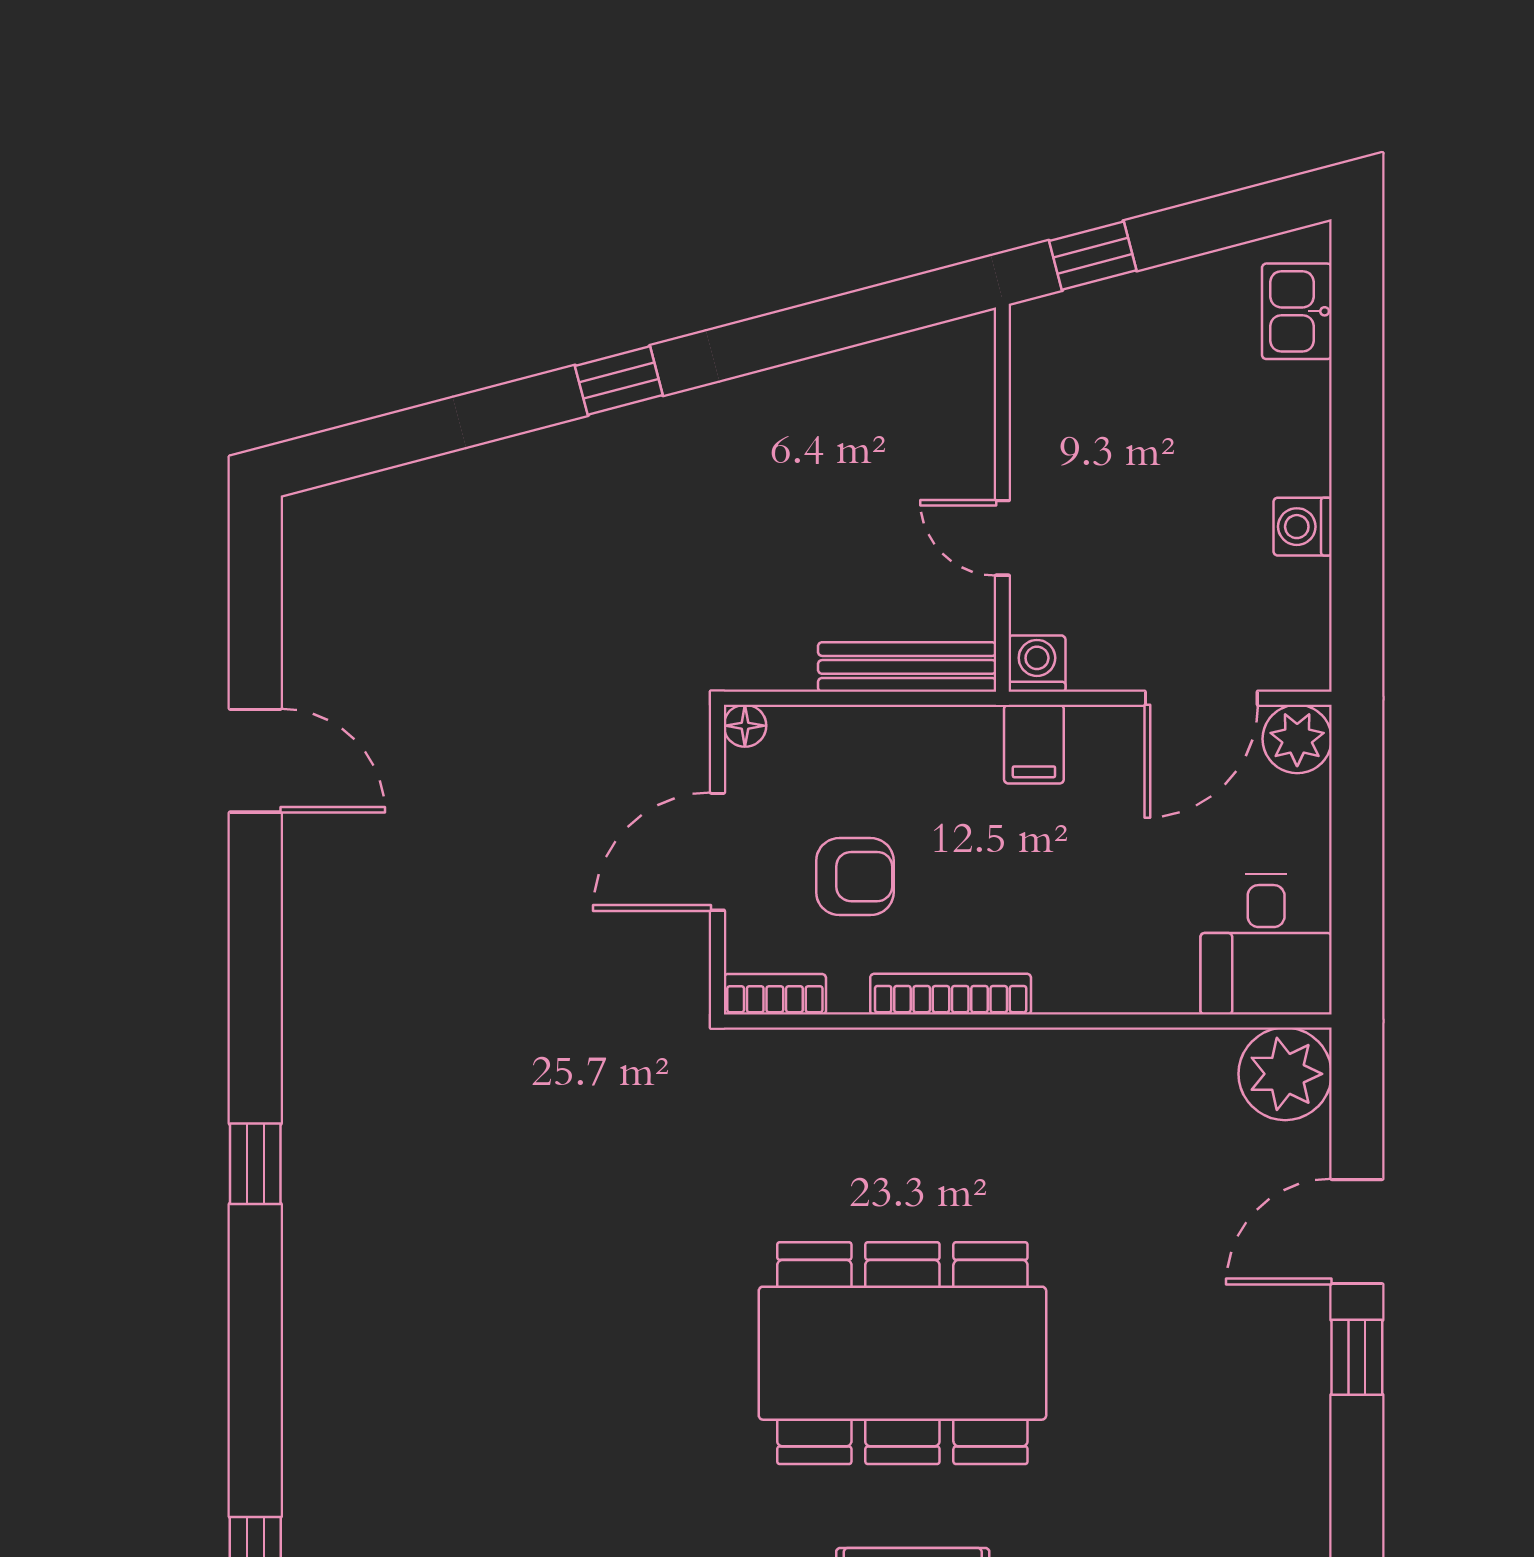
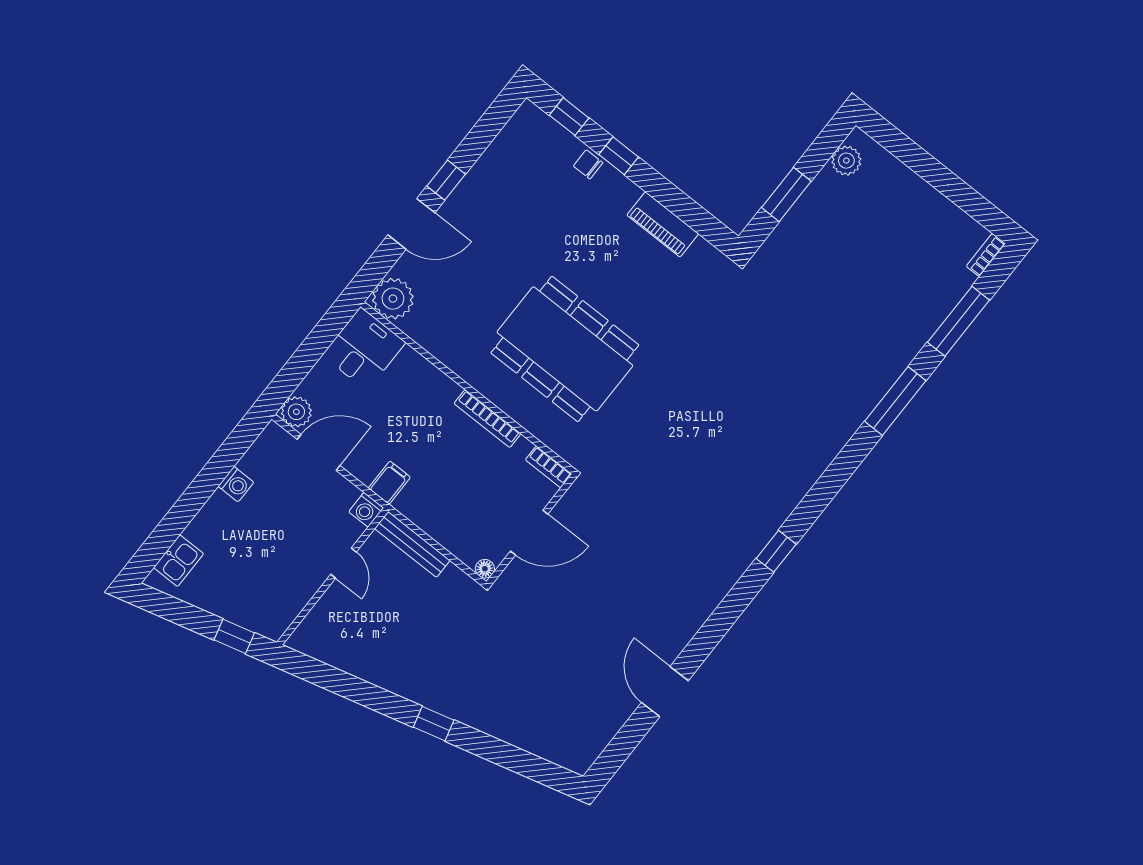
armchair: (855, 877) -> (488, 486), removed
dining table: (902, 1353) -> (565, 349), moved

